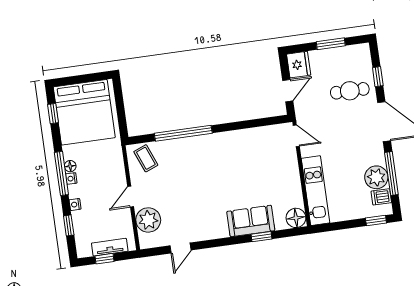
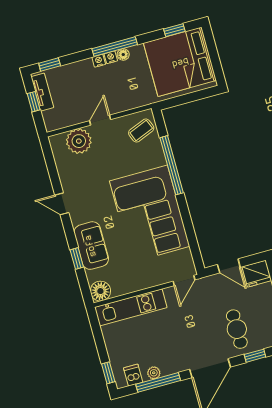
corner sofa: (227, 161) -> (150, 214), added
plant: (376, 177) -> (154, 373), width x0.53, depth x0.53
door: (131, 197) -> (100, 120), hinge flipped
nightstand: (75, 204) -> (99, 61), moved
window: (69, 225) -> (50, 64), moved
tv unit: (110, 247) -> (42, 92), moved
door: (181, 248) -> (62, 204), moved

